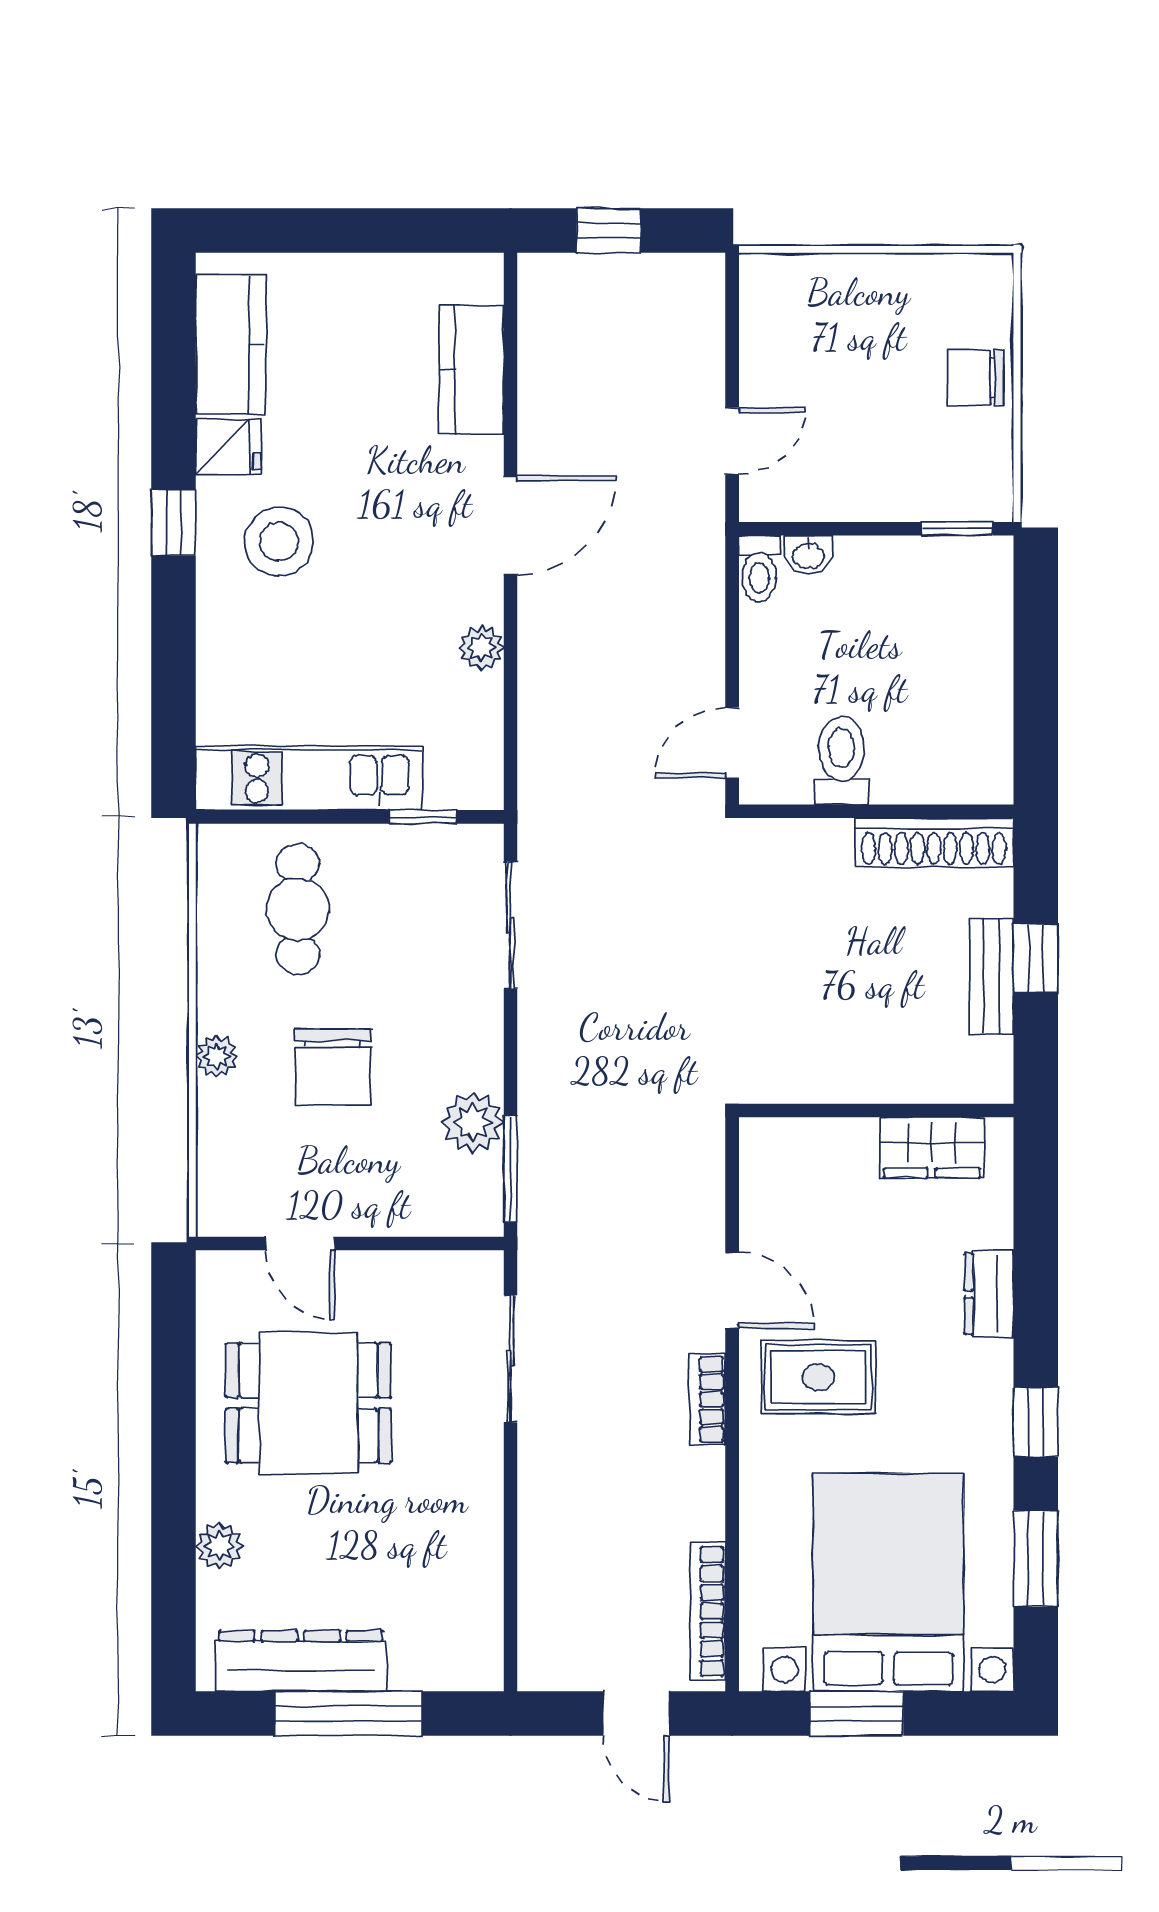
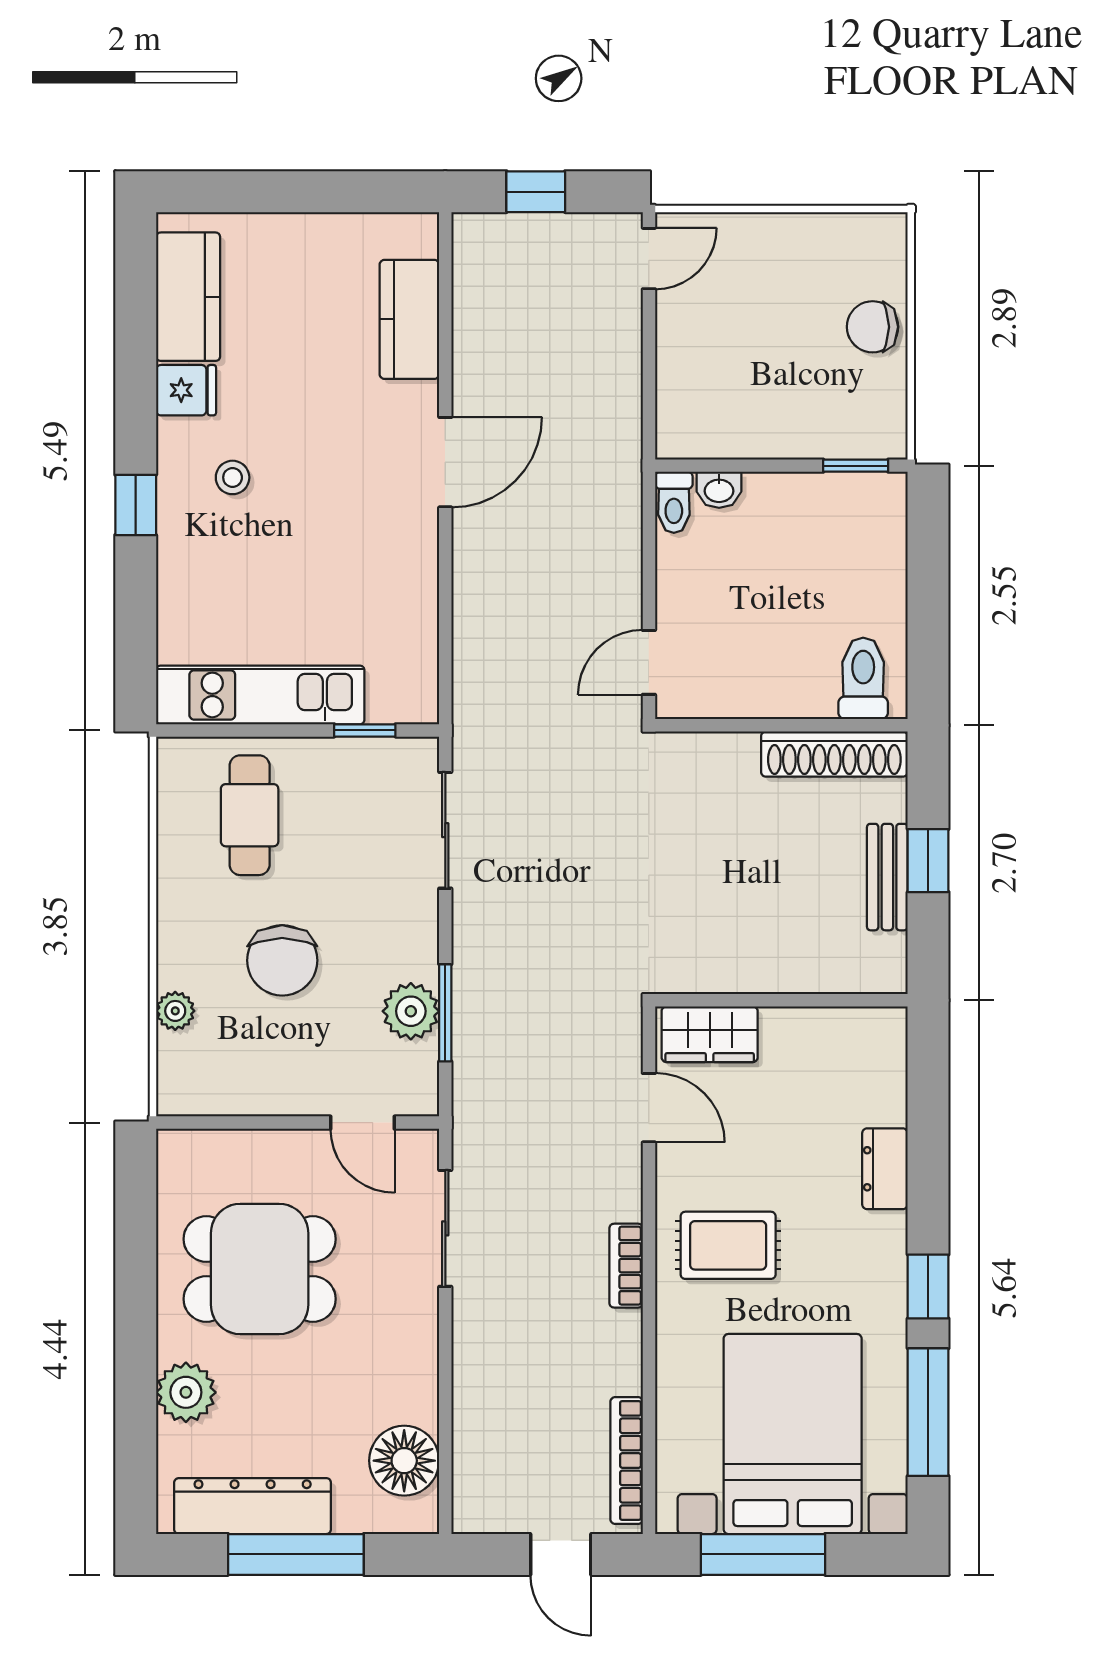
door: (732, 441) -> (649, 259), moved
window: (174, 522) -> (136, 505), moved
stool: (279, 542) -> (233, 477), width x0.53, depth x0.53
plant: (481, 648) -> (418, 575), removed
toilet: (842, 760) -> (863, 678), moved
plant: (217, 1056) -> (175, 1011), moved
wardrobe: (932, 1148) -> (710, 1034), moved
window: (510, 1169) -> (445, 1013), moved
door: (300, 1244) -> (363, 1123), moved
door: (732, 1290) -> (649, 1108), moved
plant: (219, 1546) -> (186, 1392), width x1.38, depth x1.38
window: (1036, 1559) -> (928, 1412), width x1.44
floor lamp: (466, 1611) -> (404, 1461), added
window: (856, 1713) -> (763, 1554), width x1.44

